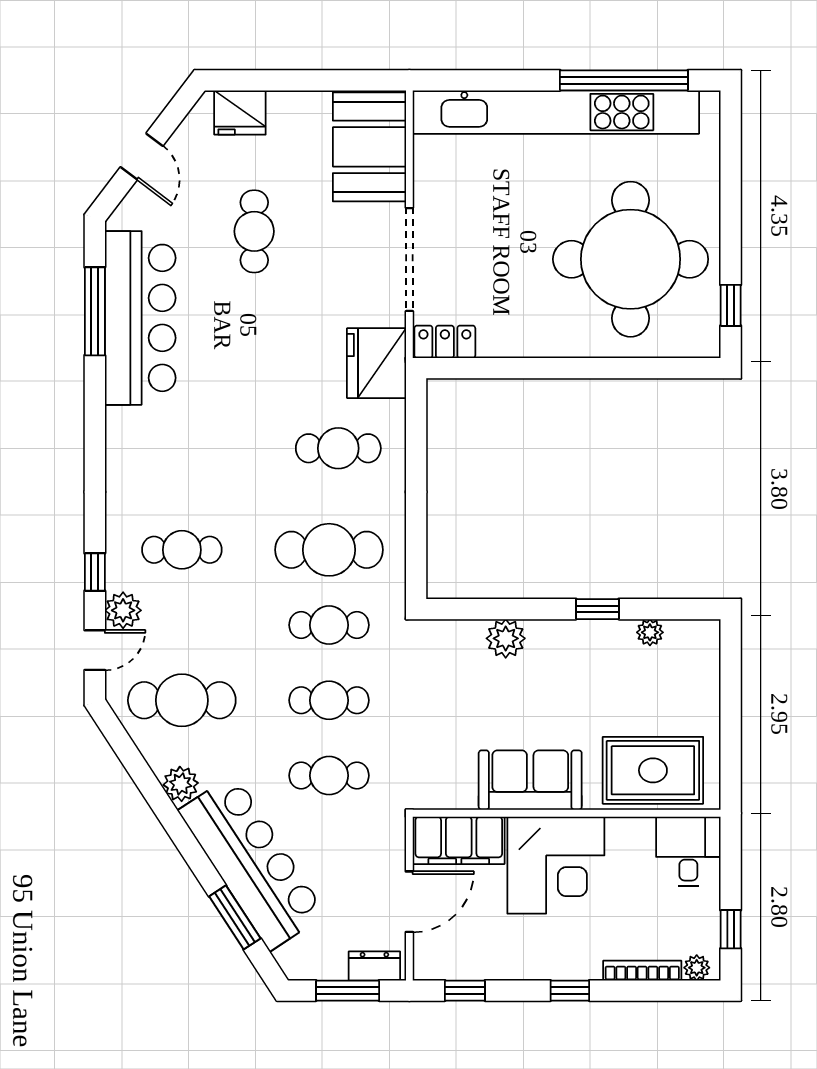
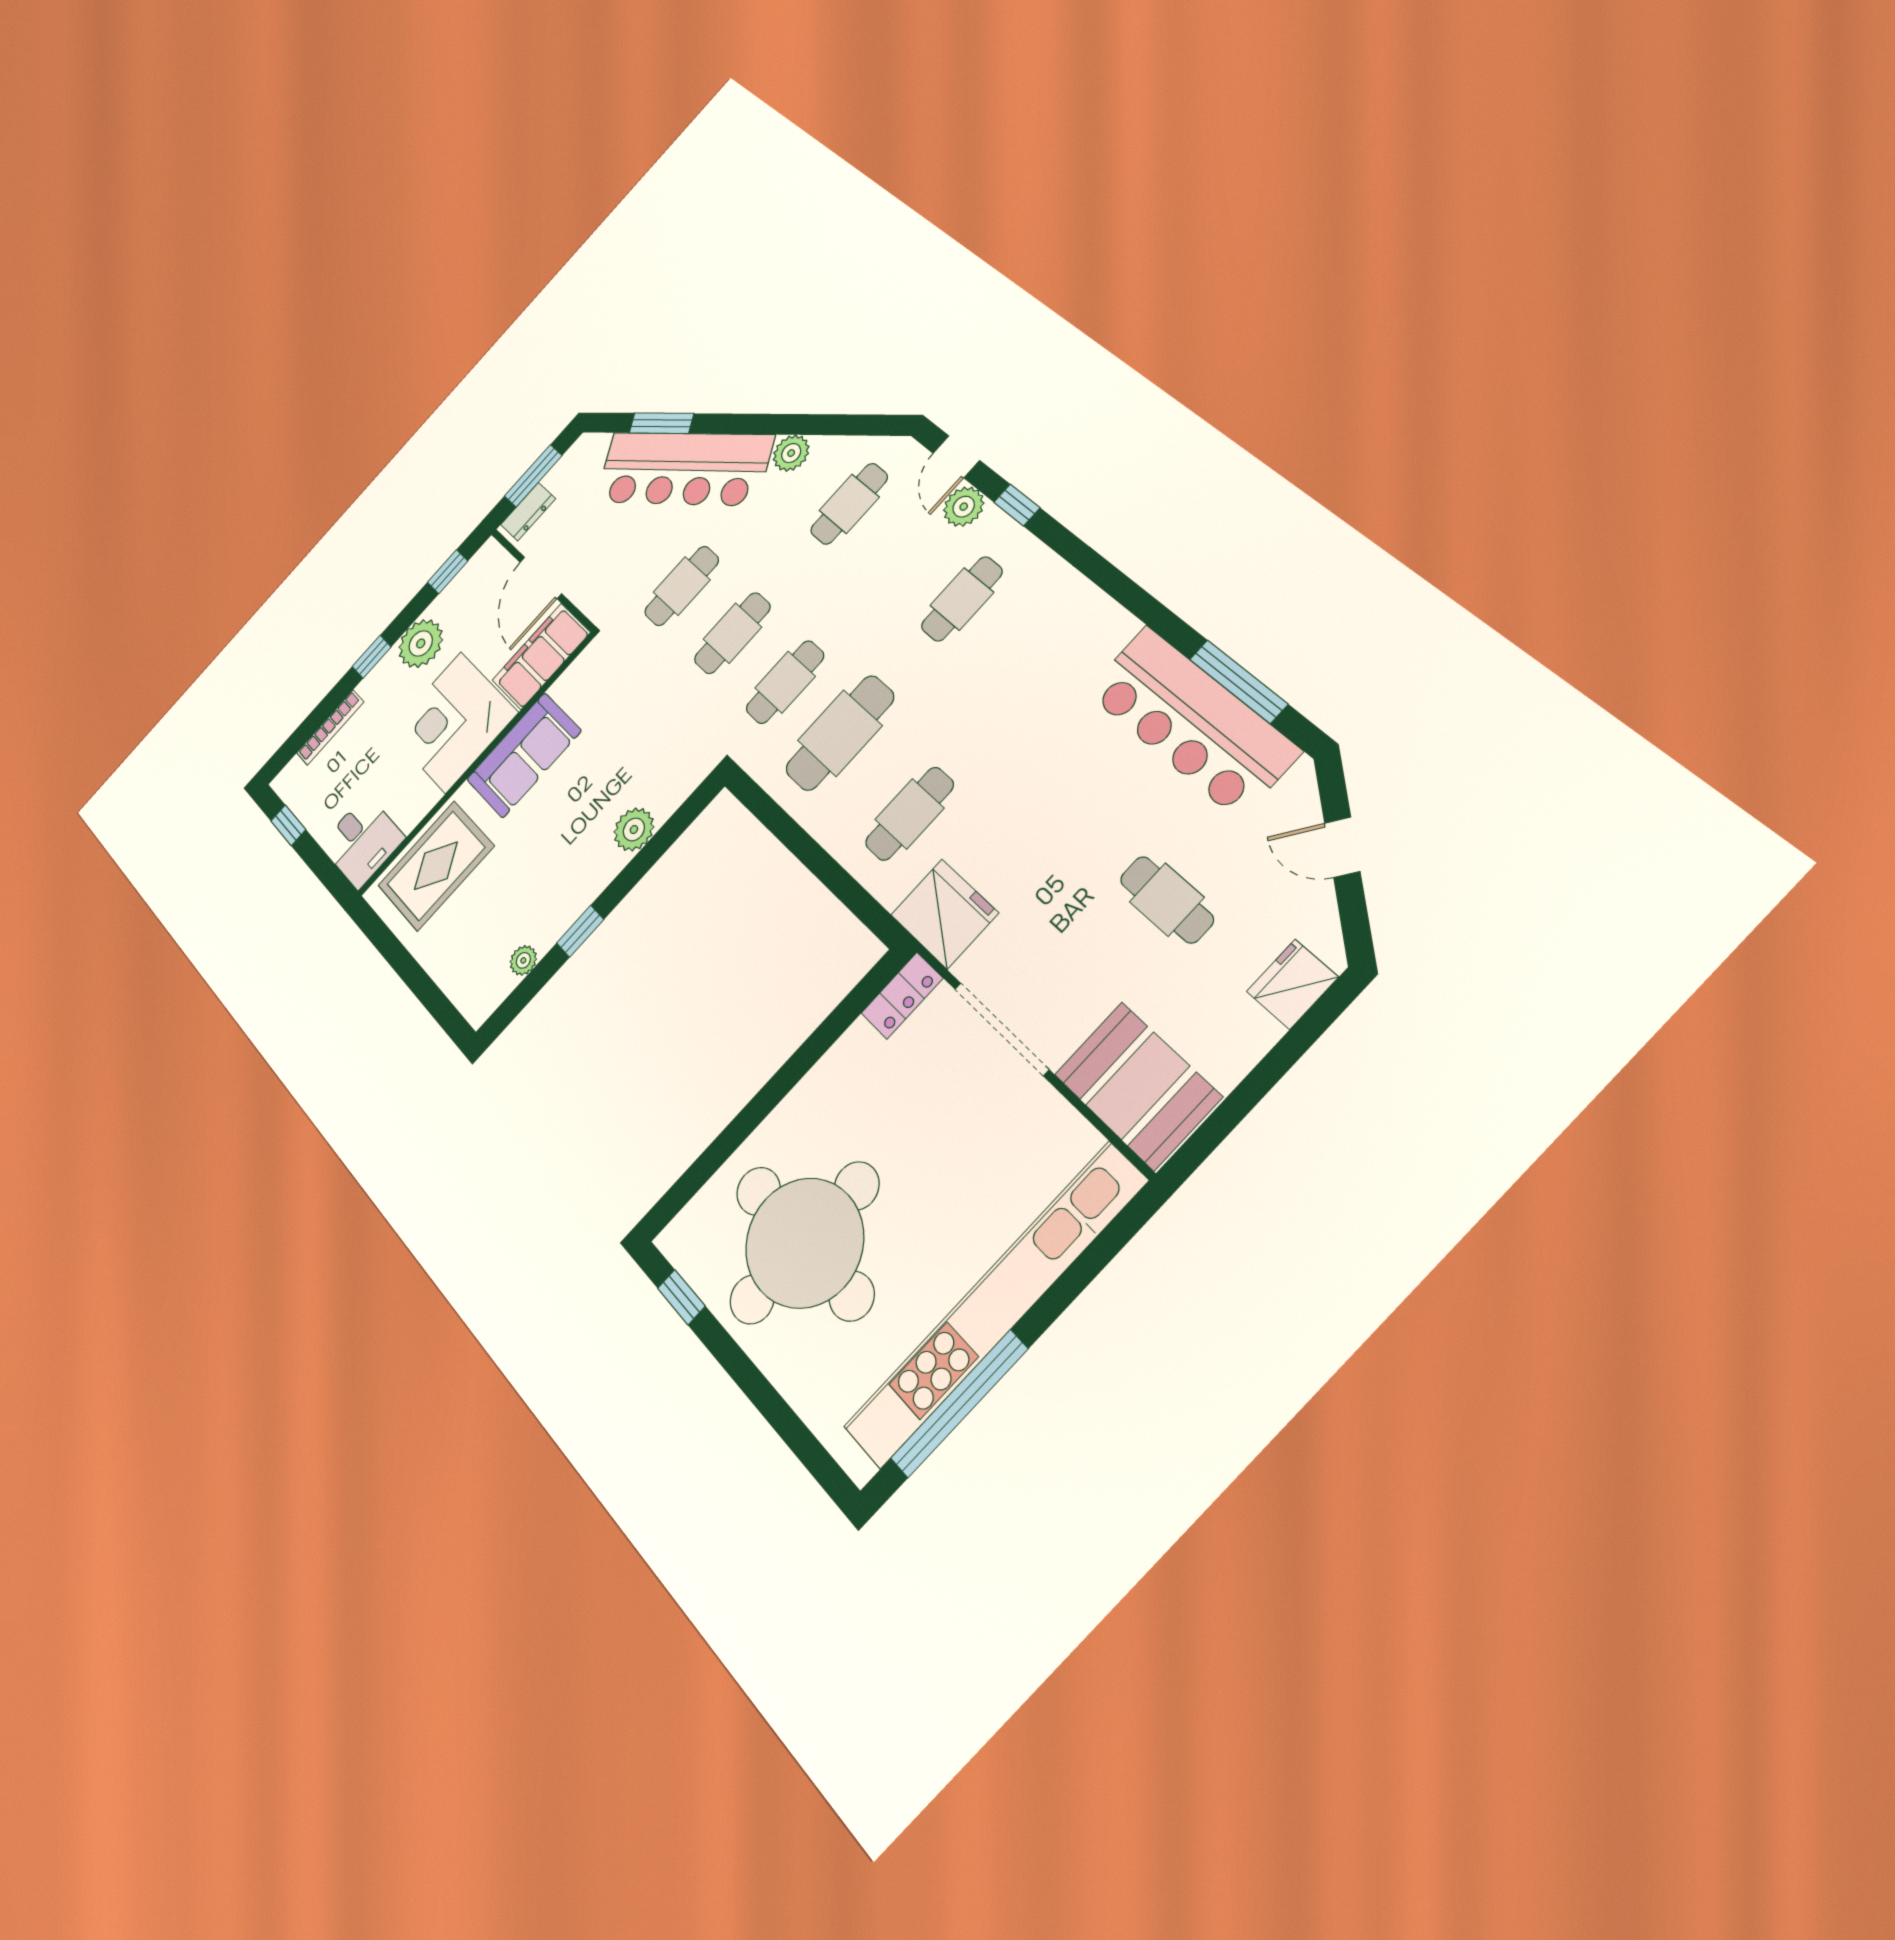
cafe table: (182, 700) -> (849, 504), width x0.73, depth x0.74
plant: (697, 968) -> (421, 643), moved, width x1.87, depth x1.87

